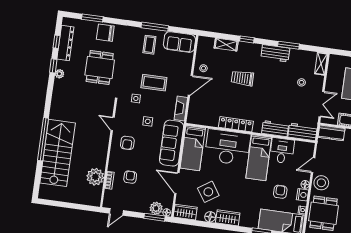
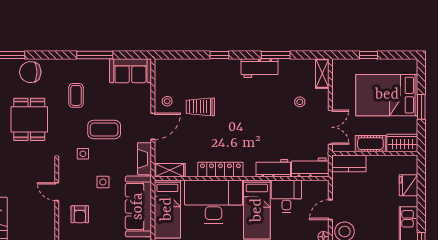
coffee table: (149, 45) -> (76, 95), moved
shelving: (226, 45) -> (170, 170), moved
trolley: (242, 78) -> (200, 107), moved

